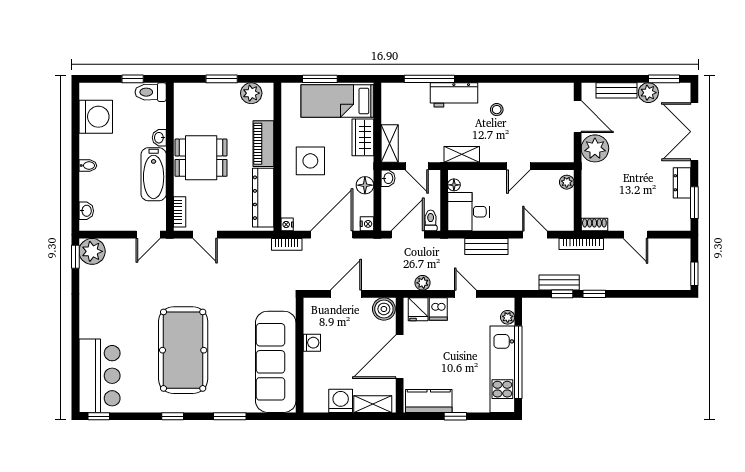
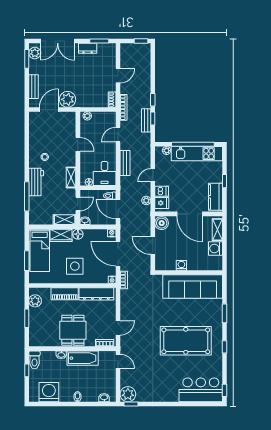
plant: (648, 93) -> (35, 53), moved
floor lamp: (365, 185) -> (78, 234), moved

